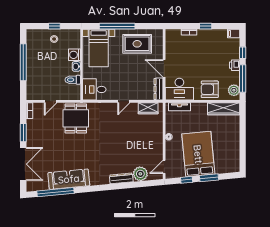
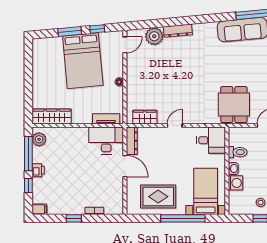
armchair: (210, 89) -> (69, 140), removed

